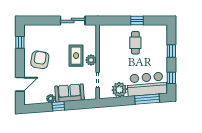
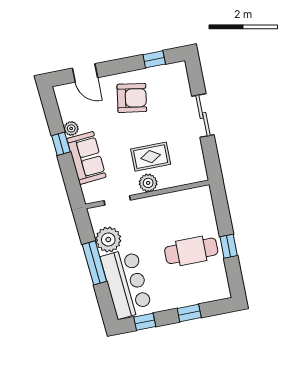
sliding door: (73, 20) -> (203, 115), moved
cafe table: (135, 43) -> (191, 251), width x1.37, depth x1.35
window: (147, 99) -> (94, 263), moved

